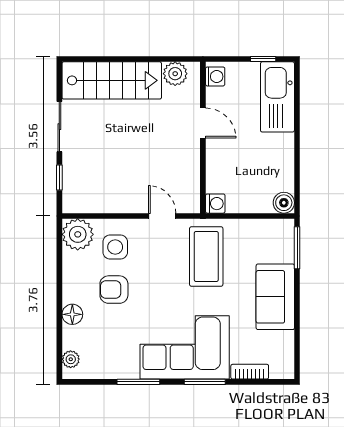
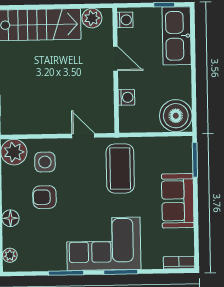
boiler: (284, 203) -> (176, 116), width x1.86, depth x1.86
washing machine: (215, 204) -> (126, 97), moved
bookcase: (250, 372) -> (179, 263), moved

